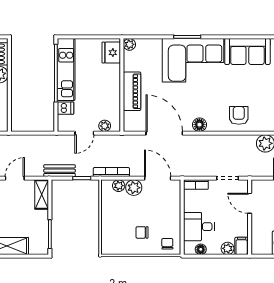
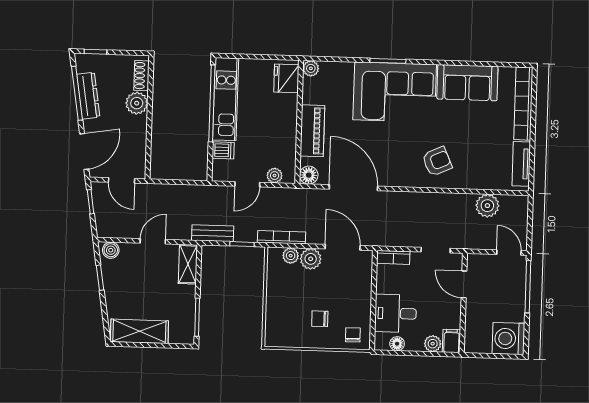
armchair: (239, 115) -> (437, 161), moved, turned 66
floor lamp: (199, 125) -> (309, 175), moved

